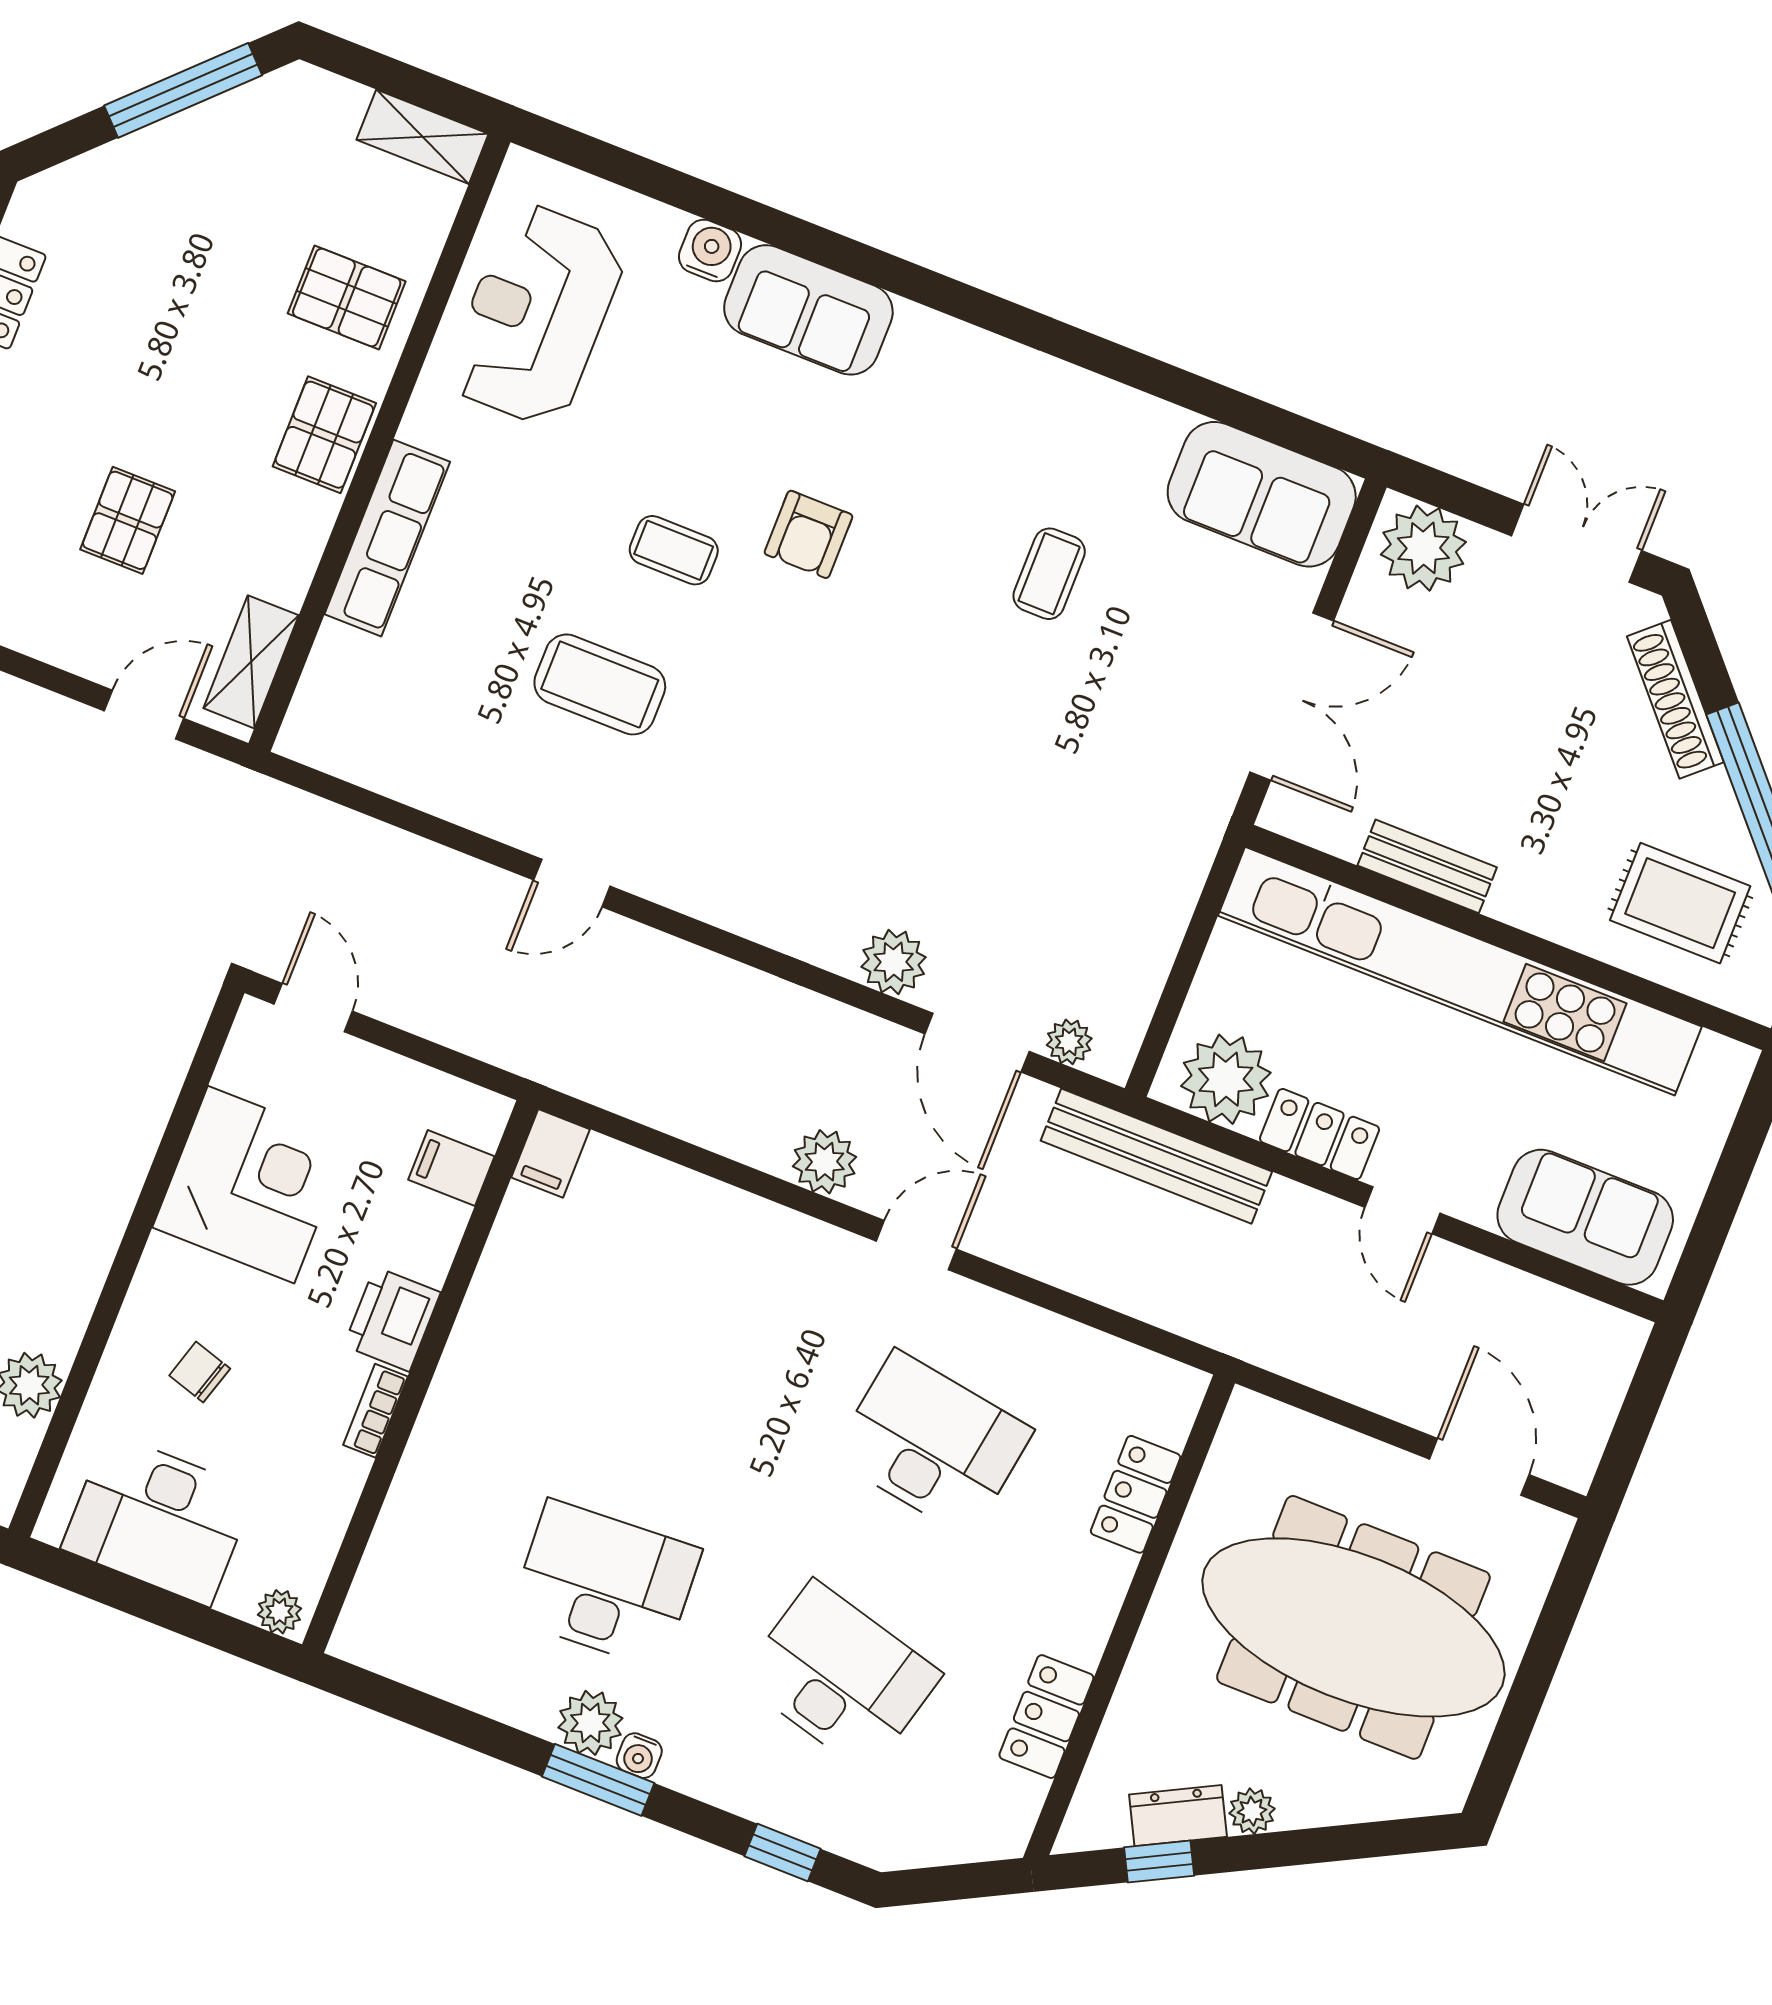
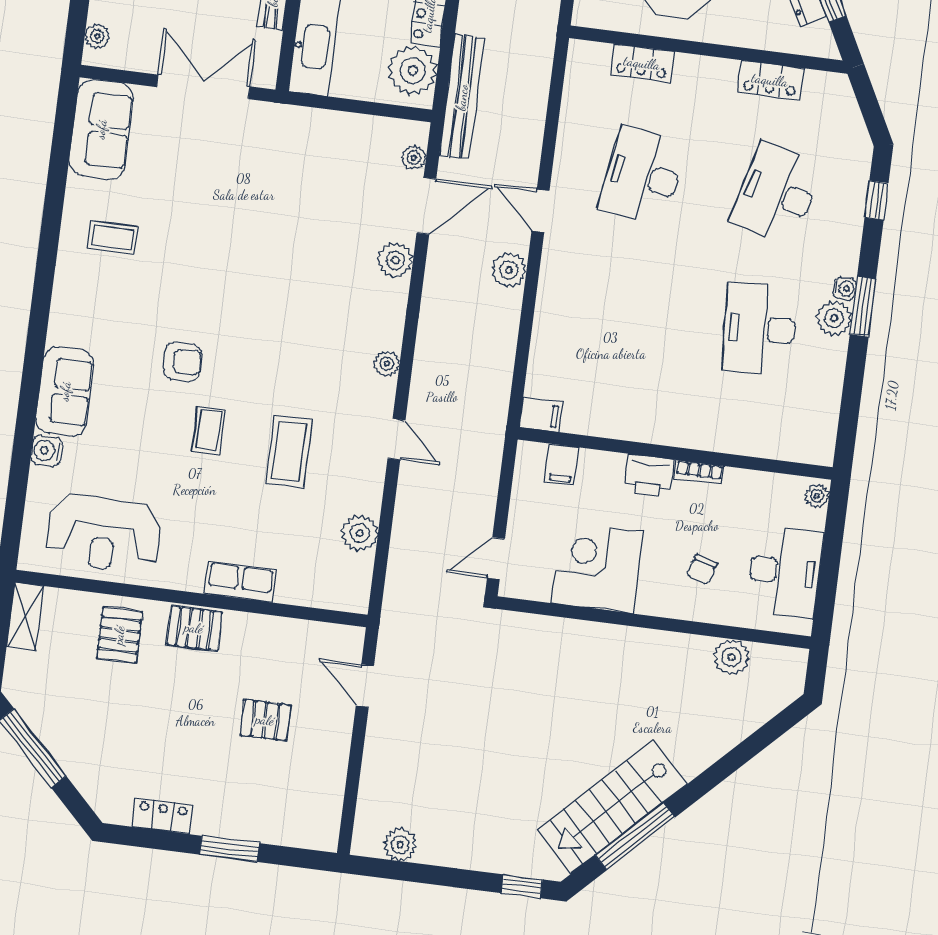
row of seats: (387, 538) -> (240, 582), width x0.68
plant: (1423, 548) -> (97, 36), width x0.53, depth x0.53
coffee table: (1049, 574) -> (113, 238), moved
shelving: (251, 662) -> (323, 637), removed
plant: (420, 774) -> (360, 533), added
plant: (712, 900) -> (387, 364), added

